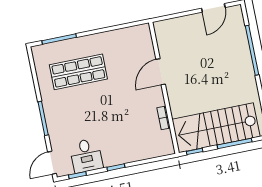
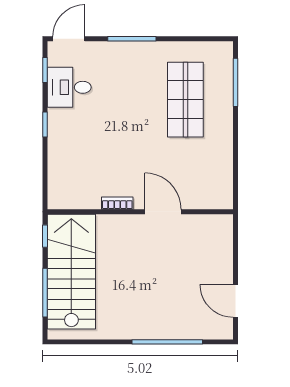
bookcase: (164, 118) -> (117, 203), moved
door: (52, 163) -> (69, 39), hinge flipped

